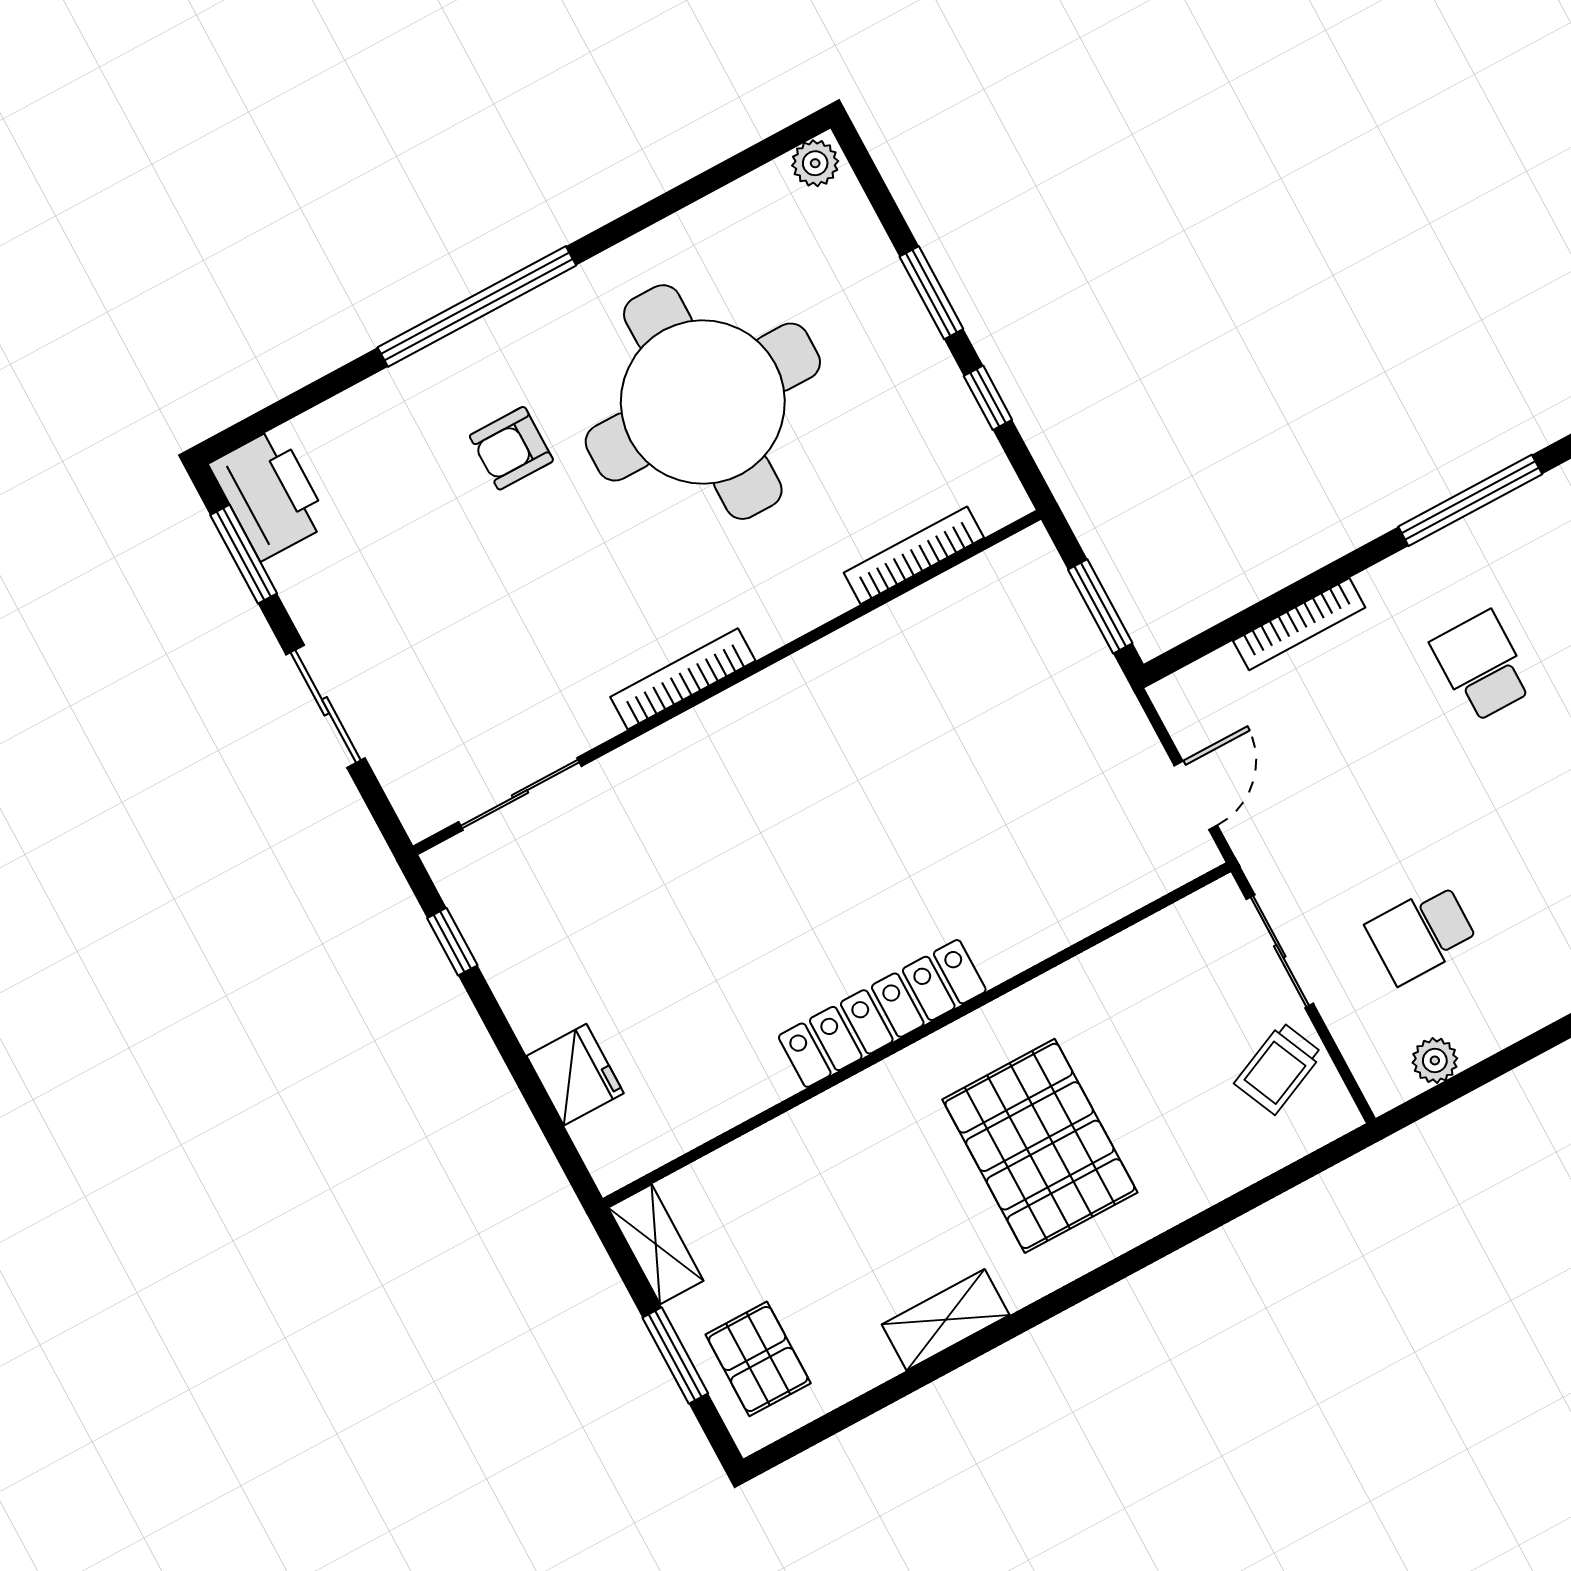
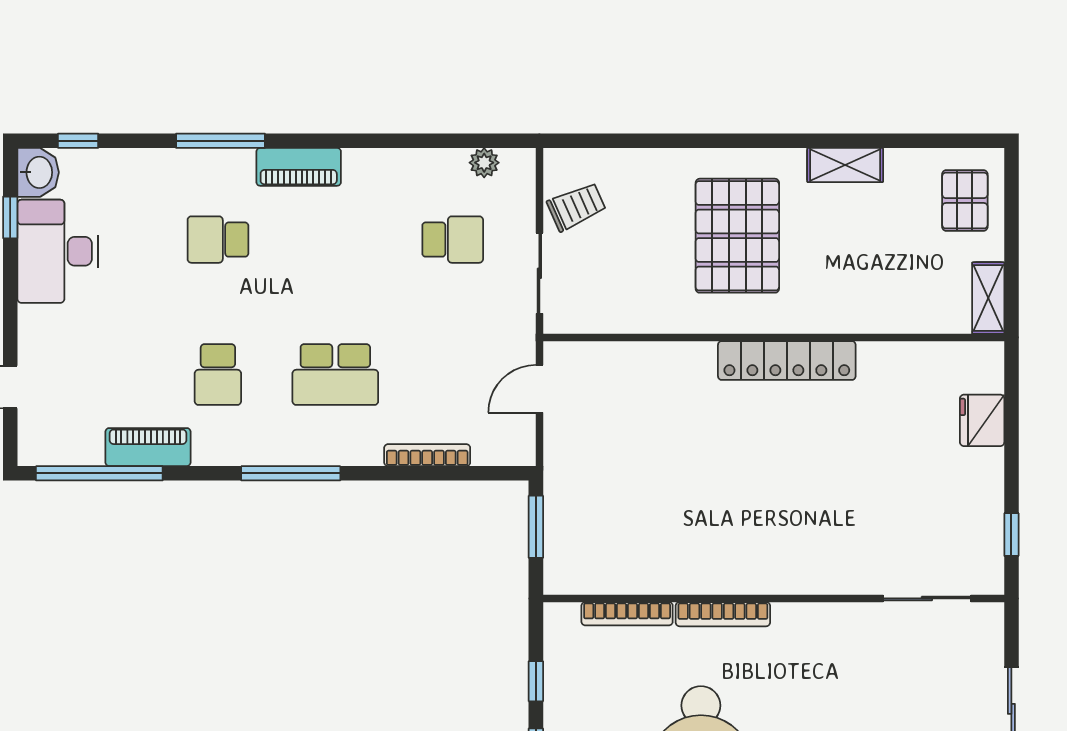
school desk: (1482, 666) -> (335, 375), width x1.85
bookcase: (683, 679) -> (723, 614), moved
window: (675, 1355) -> (1011, 228), removed

